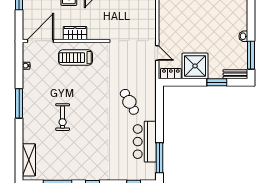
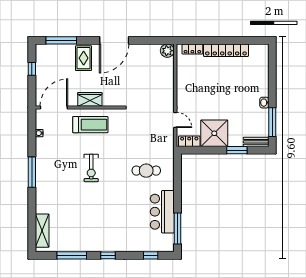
treadmill: (76, 58) -> (90, 125), turned 180
cafe table: (129, 102) -> (146, 171), turned -62
exercise bike: (63, 117) -> (91, 168), moved

